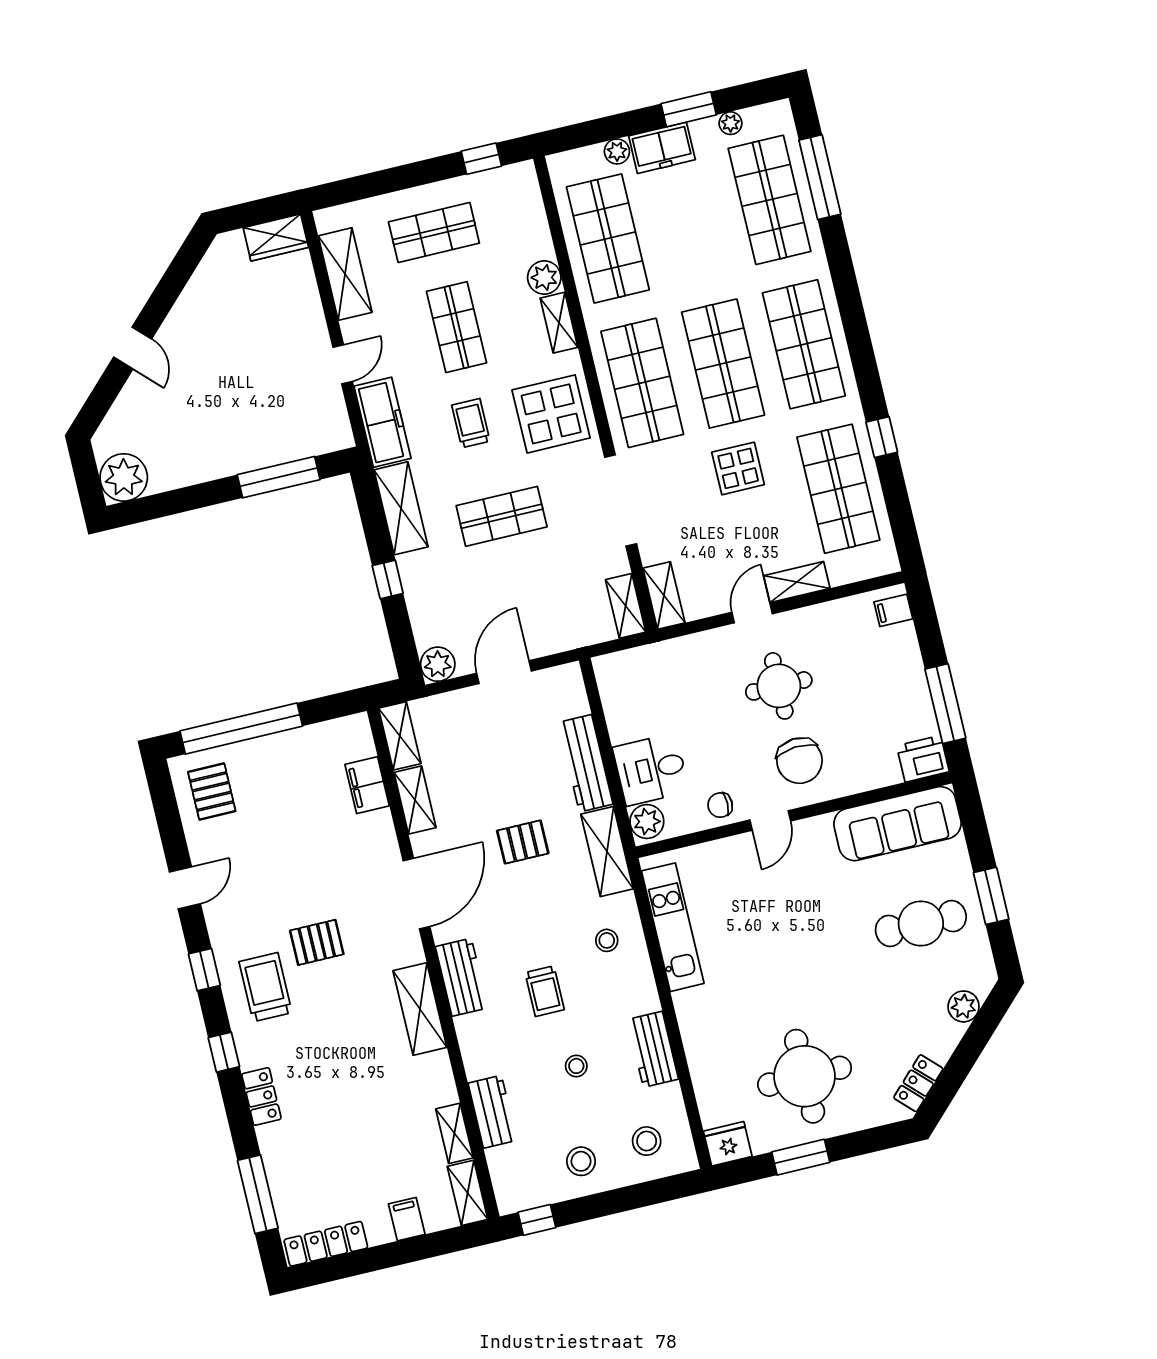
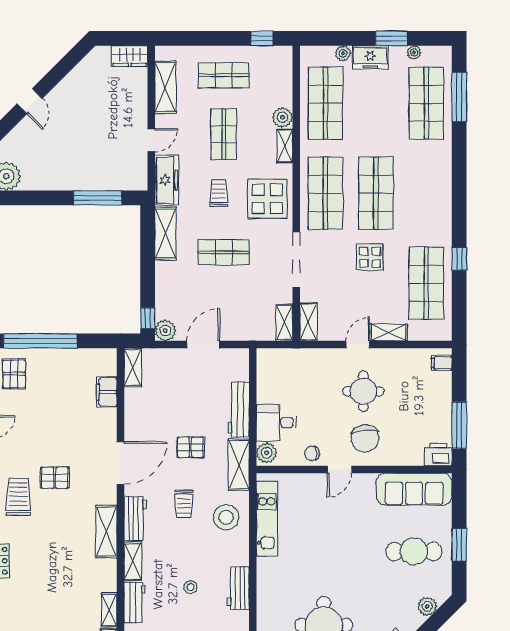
shop shelf: (804, 344) -> (426, 193), removed
window: (388, 579) -> (148, 318), moved
shelving: (415, 800) -> (133, 561), moved
stool: (607, 940) -> (226, 517), width x1.89, depth x1.89
trolley: (545, 991) -> (184, 504), moved

